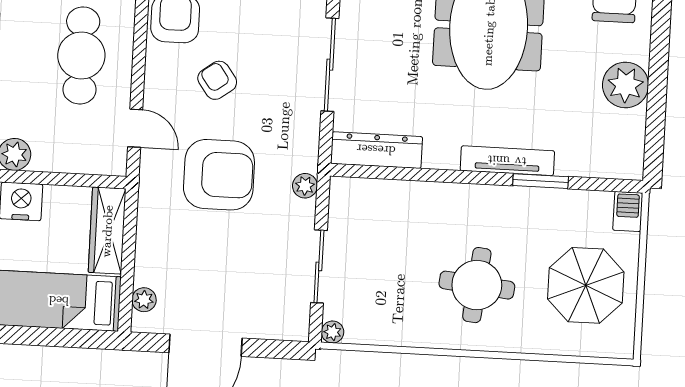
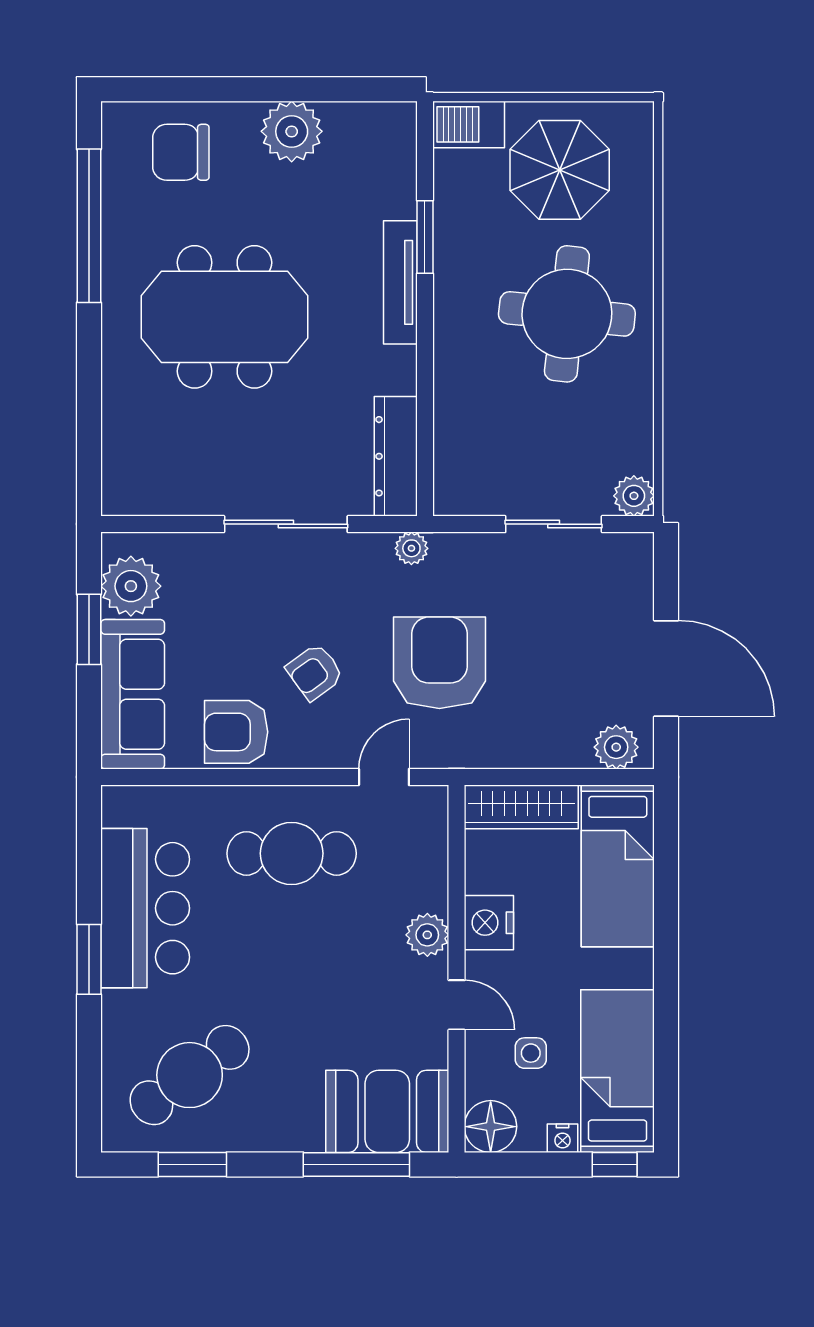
plant: (305, 186) -> (411, 548), moved
barbecue: (628, 212) -> (469, 124), width x1.38, depth x1.27
round table: (477, 285) -> (567, 314), width x1.36, depth x1.36
plant: (144, 300) -> (616, 747), width x1.38, depth x1.38
plant: (333, 332) -> (634, 496), width x1.38, depth x1.38

